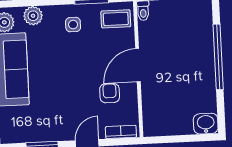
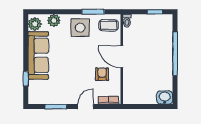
side table: (73, 25) -> (80, 28), width x1.87, depth x1.87
door: (138, 65) -> (122, 57), hinge flipped

